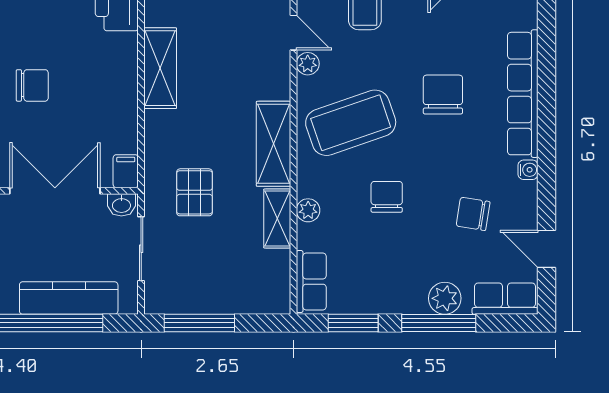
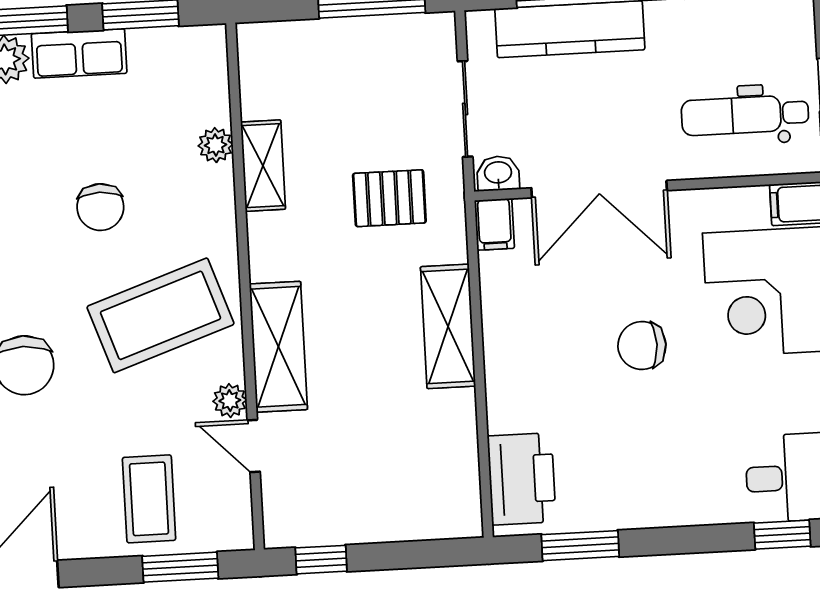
shelving: (160, 68) -> (448, 326), moved
shelving: (274, 144) -> (278, 347), moved
pallet: (195, 192) -> (389, 198), turned 90
plant: (308, 210) -> (216, 145), moved
row of seats: (311, 282) -> (79, 53), moved, turned -90

